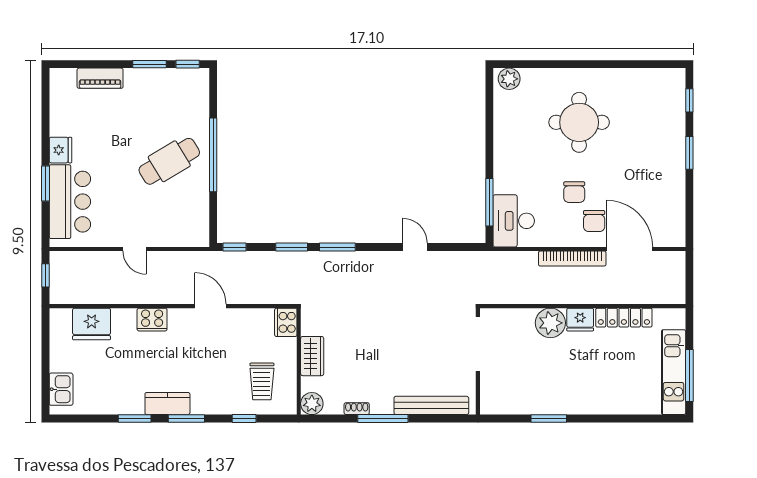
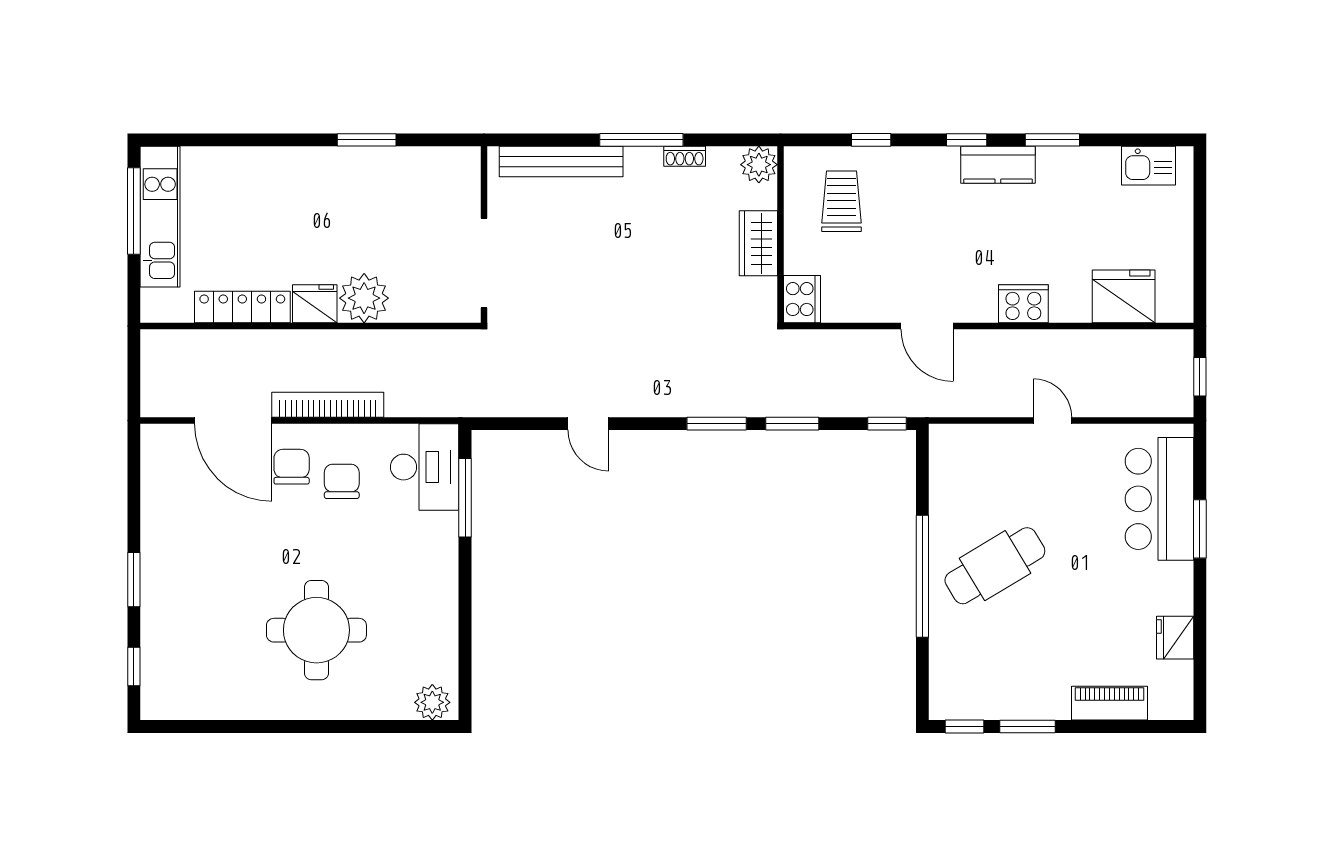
fridge: (60, 150) -> (1175, 638), moved
chair: (574, 192) -> (342, 481), moved
kitchen sink: (61, 389) -> (1148, 166), moved, turned -90
window: (186, 419) -> (967, 140), width x0.67

